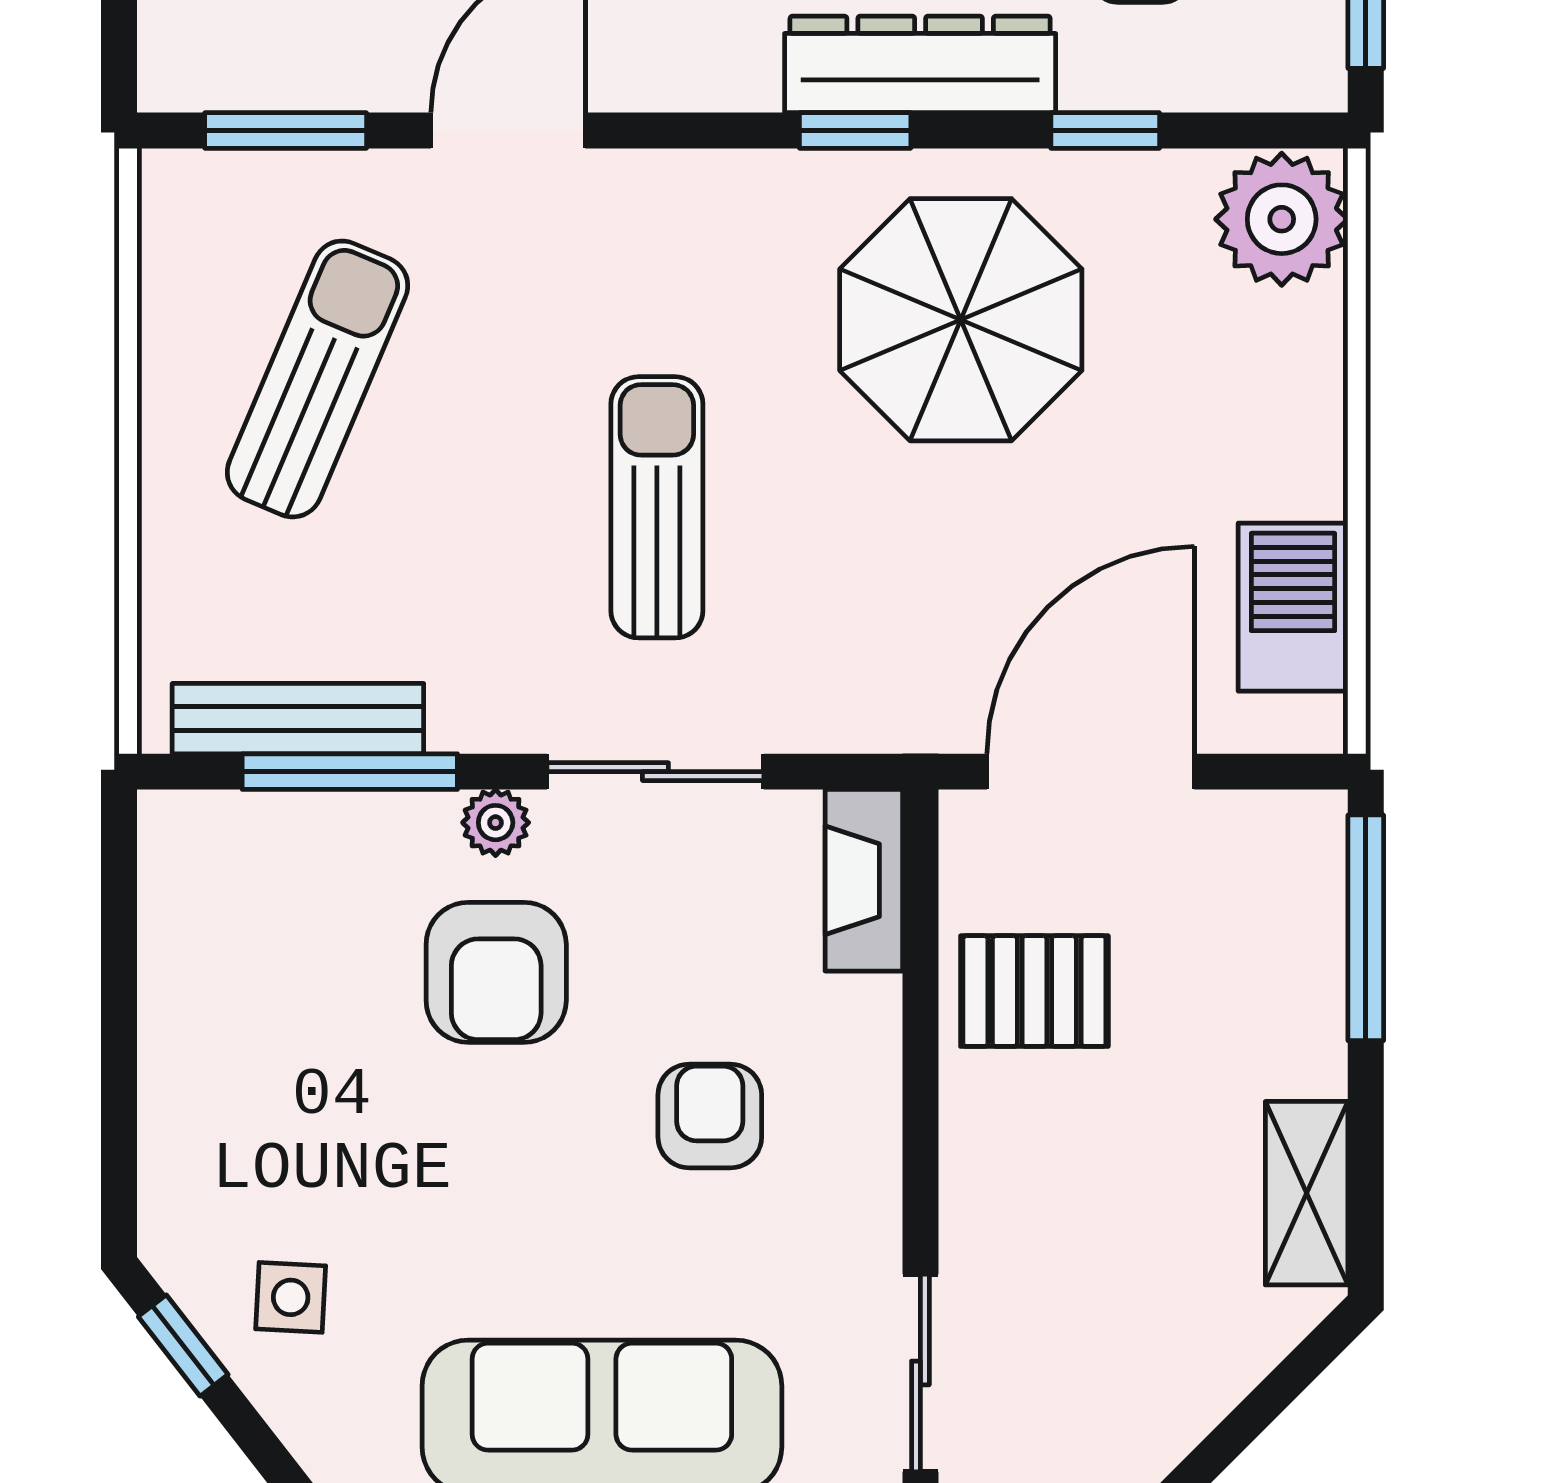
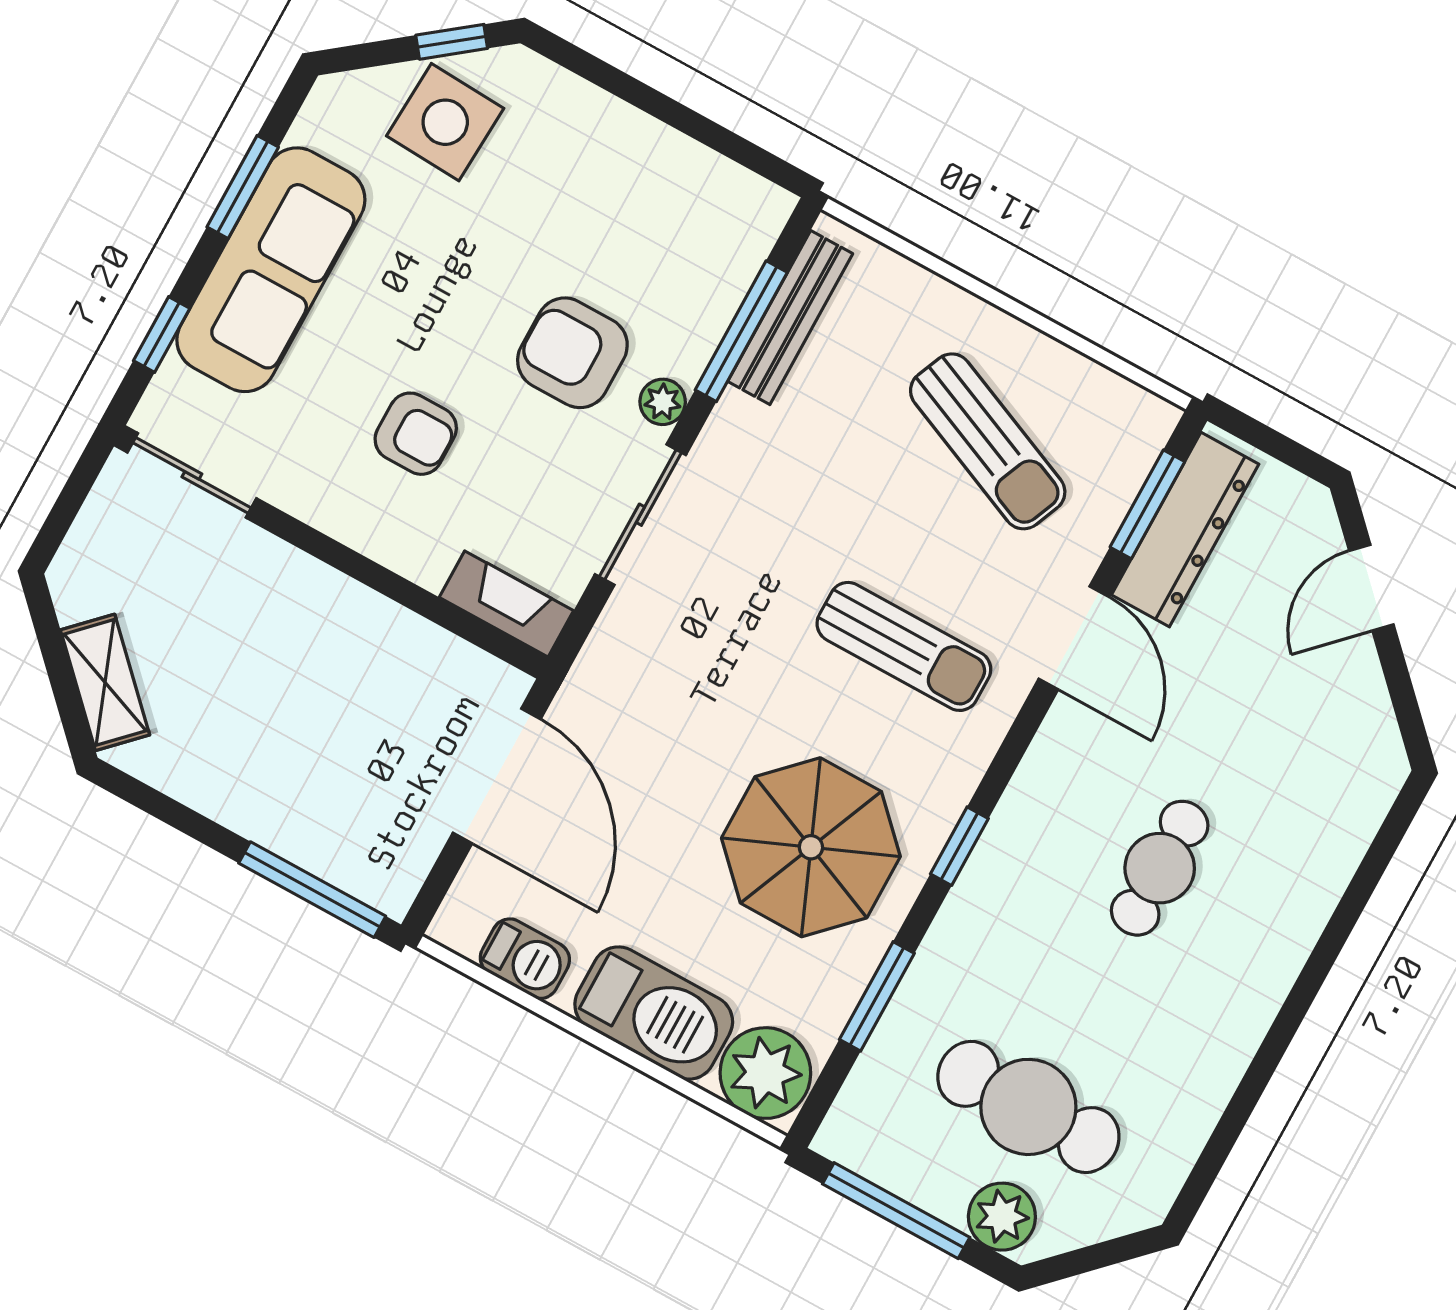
dresser: (920, 64) -> (1185, 530), moved
window: (1105, 131) -> (877, 996), width x1.50
barbecue: (1283, 404) -> (654, 1013), added
sun lounger: (657, 507) -> (904, 646), moved
barbecue: (1293, 607) -> (525, 959), width x0.73, depth x0.79
pallet: (1034, 991) -> (384, 670), removed
shelving: (1307, 1193) -> (105, 682), moved, turned 45
side table: (291, 1297) -> (445, 122), width x1.87, depth x1.87

